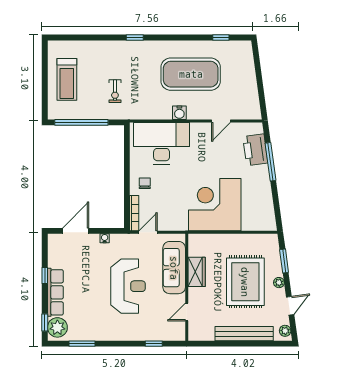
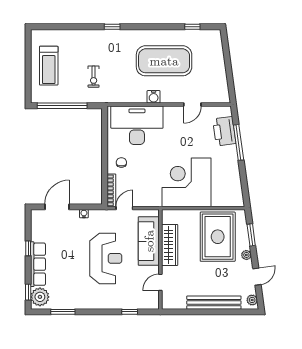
wardrobe: (197, 272) -> (170, 245), width x1.50
rug: (245, 282) -> (218, 237), moved

